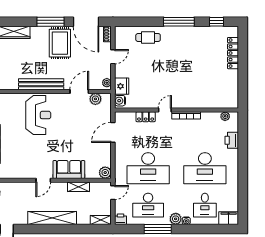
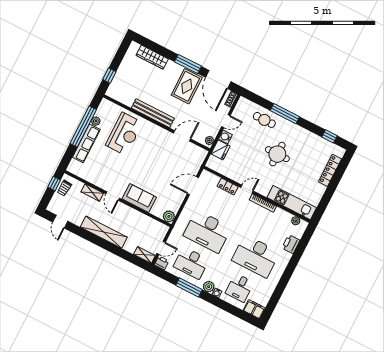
window: (179, 22) -> (285, 114), moved
round table: (176, 63) -> (277, 154), added
plant: (95, 99) -> (193, 149), removed
water cooler: (120, 101) -> (225, 137), moved
kitchen unit: (213, 101) -> (292, 203), added
reception desk: (38, 115) -> (124, 134), moved
door: (43, 180) -> (113, 196), hinge flipped
shelving: (79, 187) -> (92, 193), moved
door: (113, 193) -> (161, 248), moved

